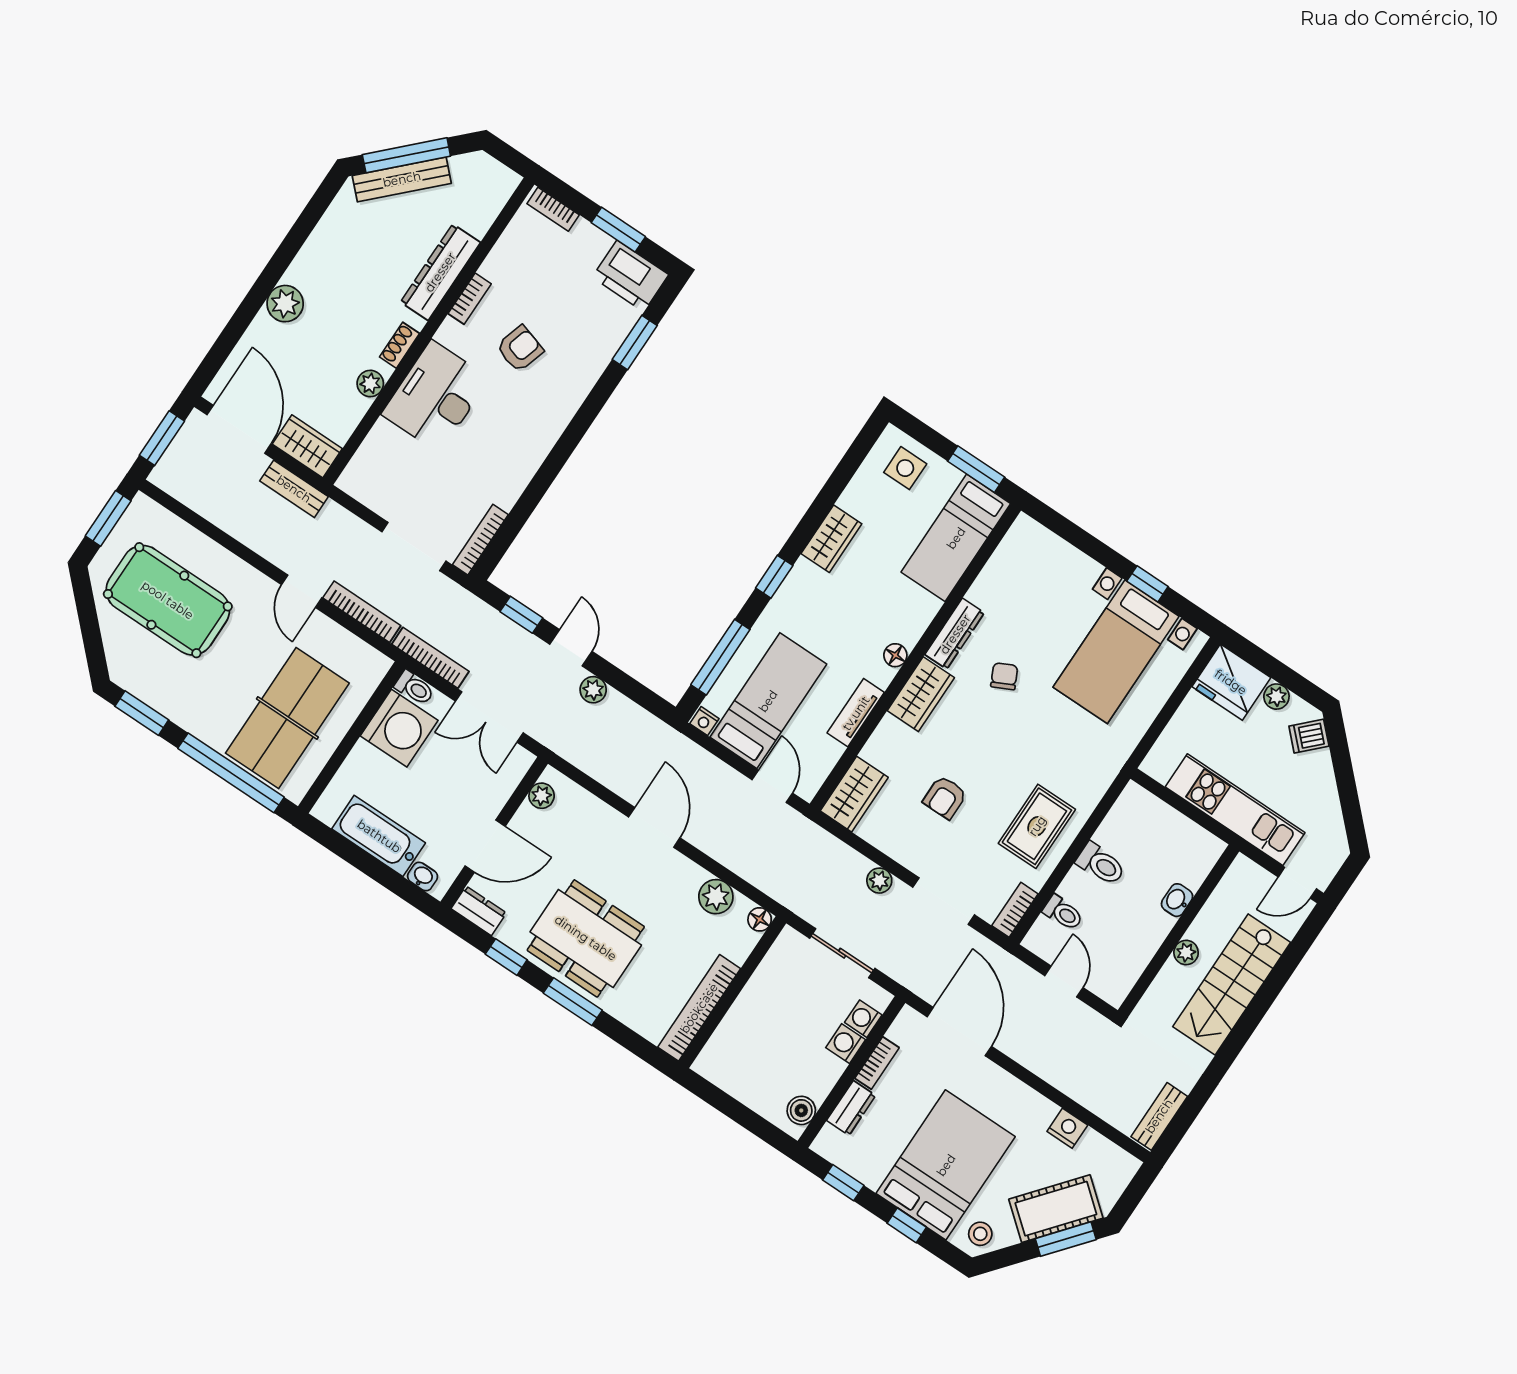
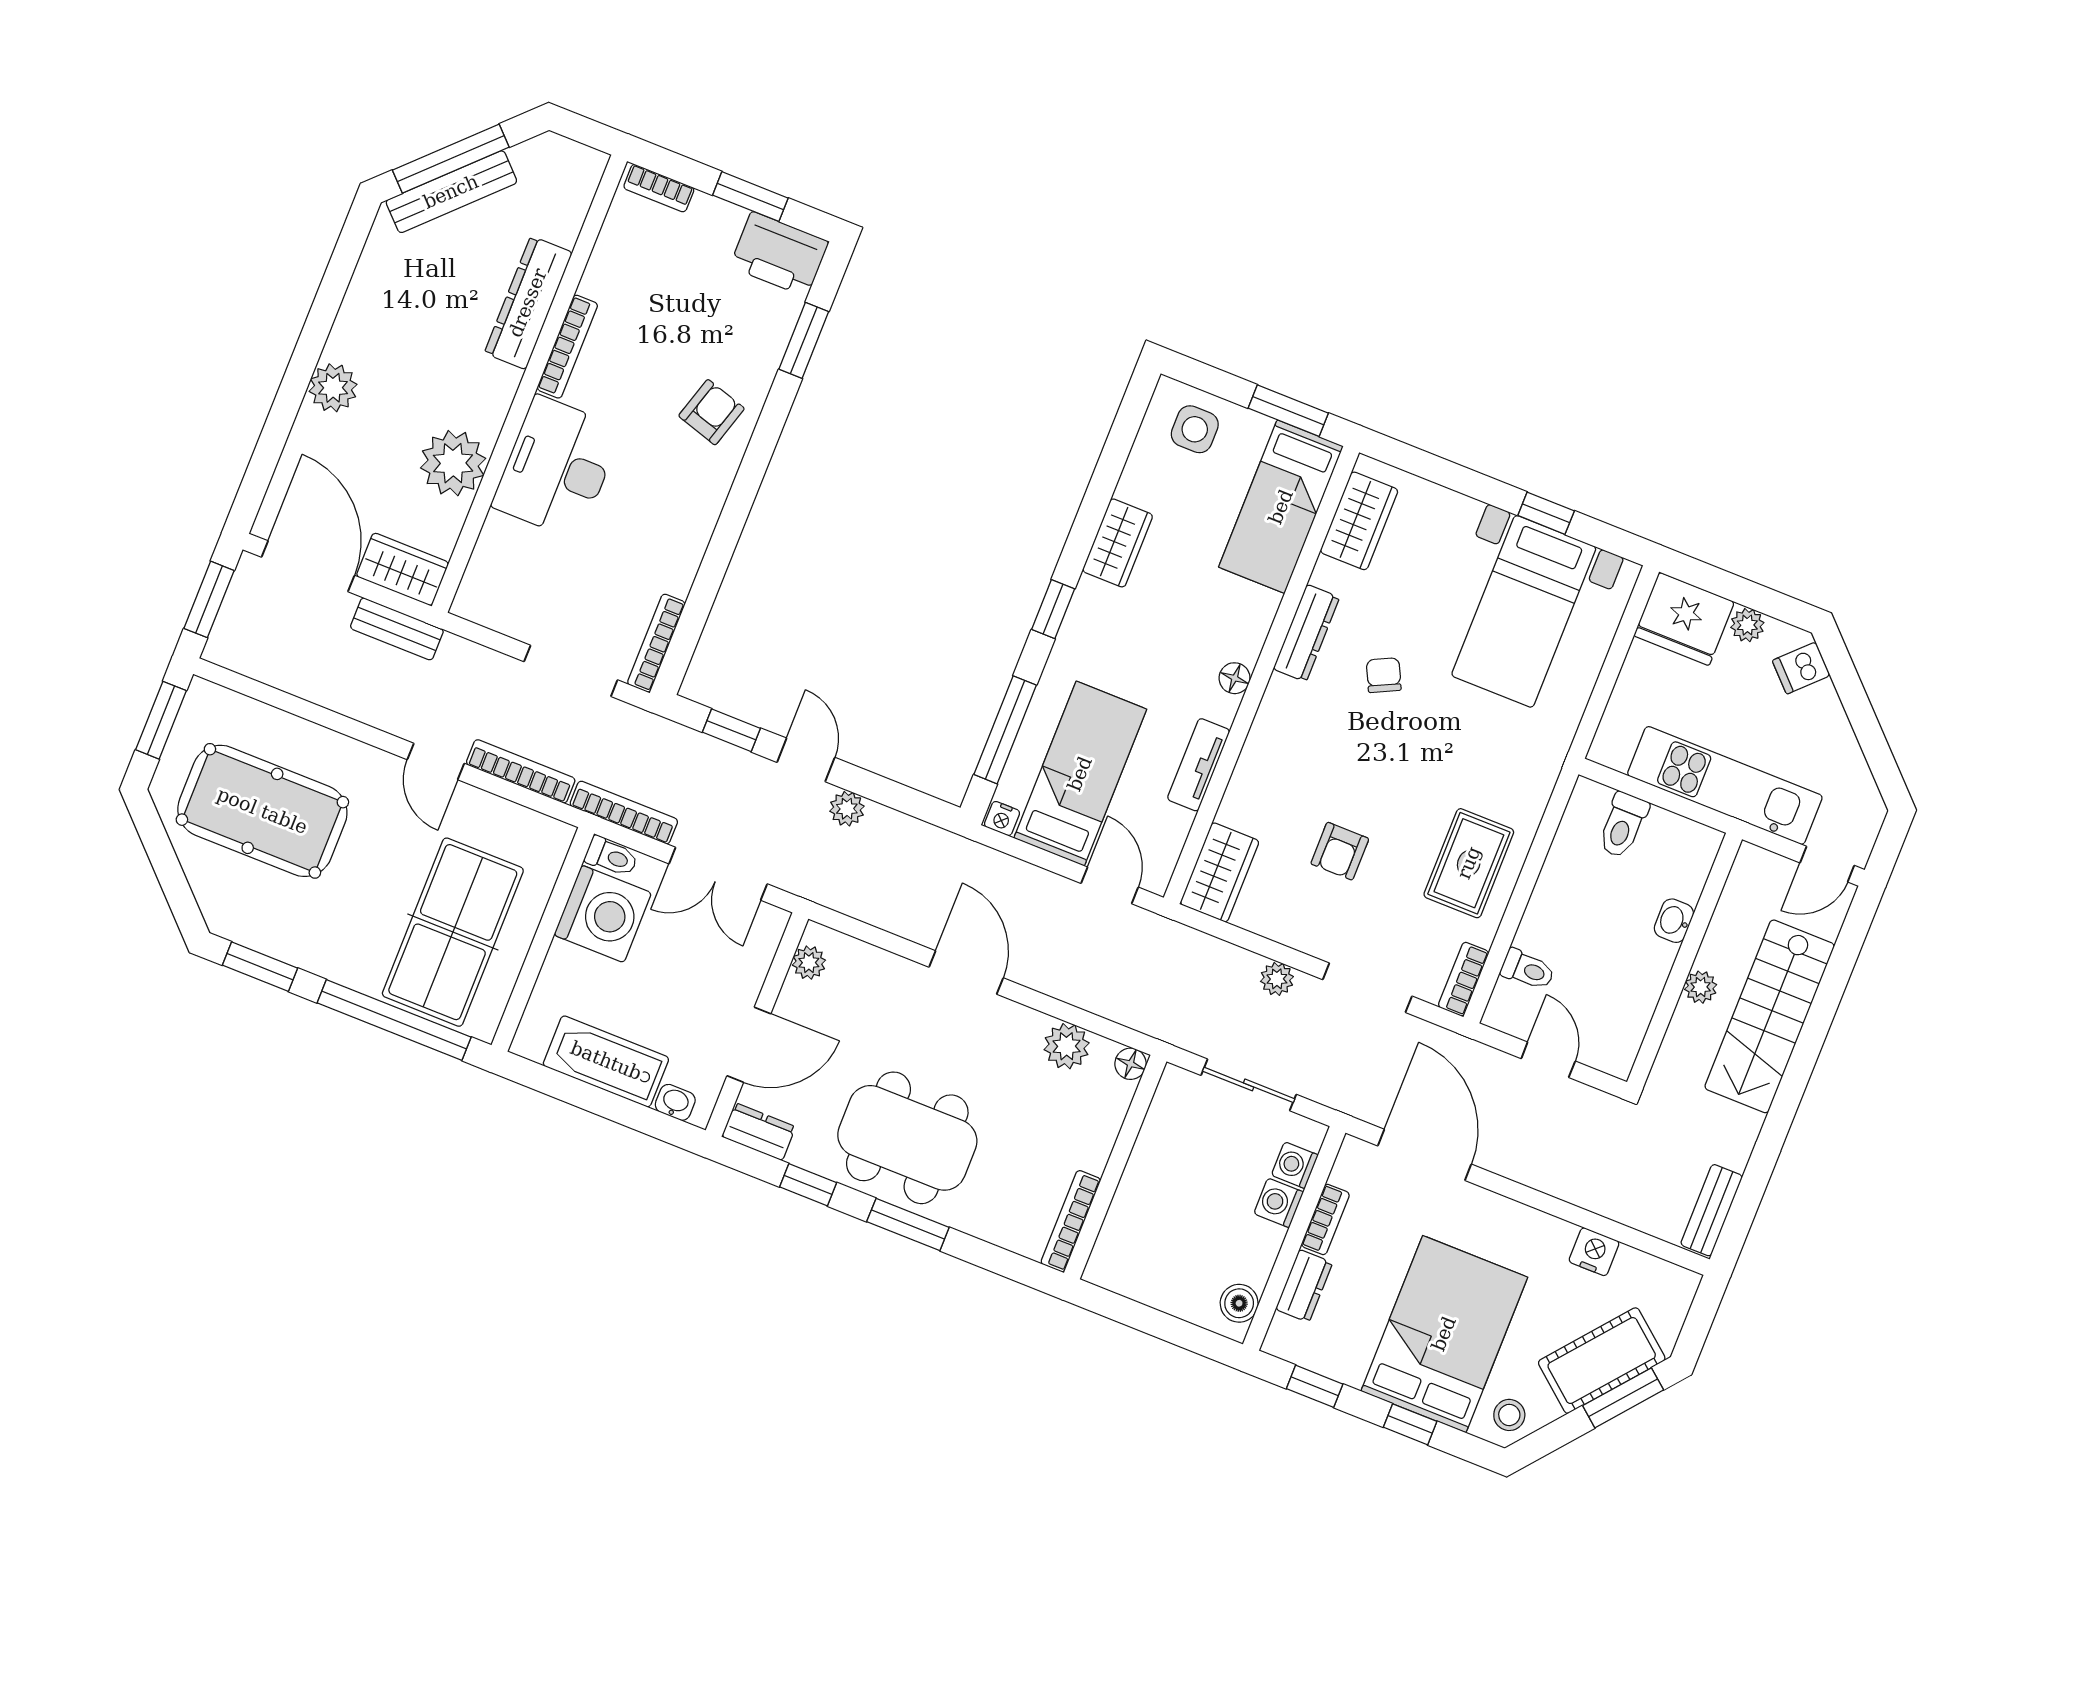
bookcase: (470, 299) -> (567, 347), width x1.56
shoe rack: (399, 345) -> (495, 410), removed
armchair: (520, 349) -> (712, 412), moved
plant: (370, 383) -> (453, 463), width x1.87, depth x1.87
wardrobe: (921, 694) -> (1359, 521), moved
toilet: (1101, 864) -> (1623, 825), moved, turned 90
bookcase: (699, 1008) -> (1071, 1221), width x0.68, depth x0.76

